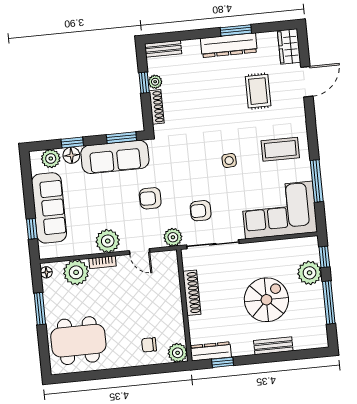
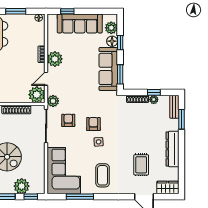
window: (236, 30) -> (182, 119), moved
rug: (258, 91) -> (141, 165), turned 90
armchair: (150, 198) -> (93, 124), moved
plant: (76, 272) -> (37, 95), moved

